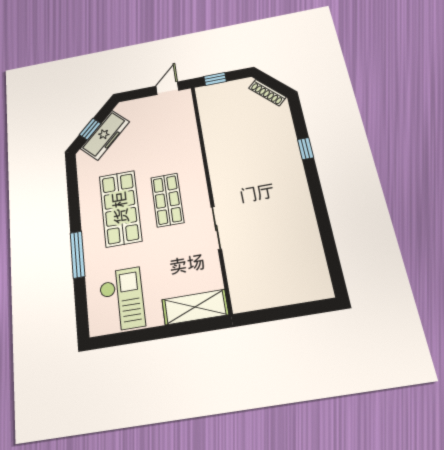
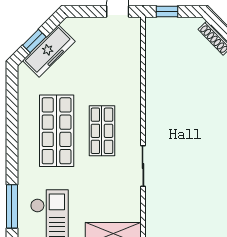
window: (77, 255) -> (12, 206), moved

